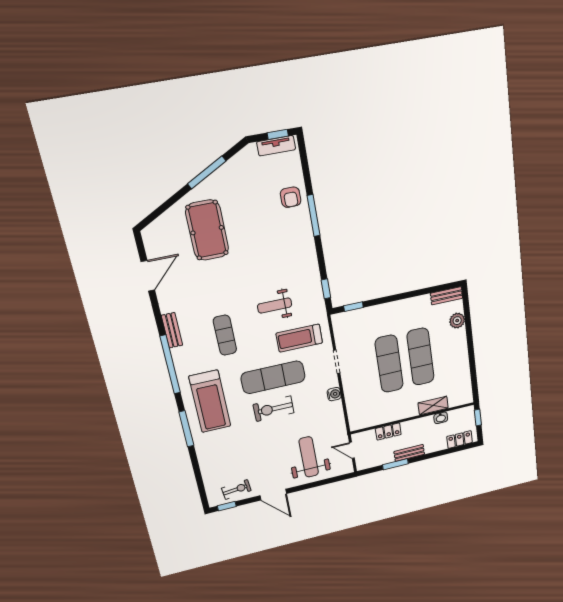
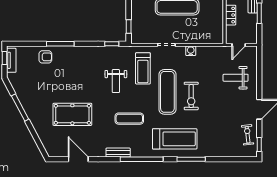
pool table: (207, 230) -> (72, 114), moved
weight bench: (309, 457) -> (236, 78), width x0.73, depth x0.75

